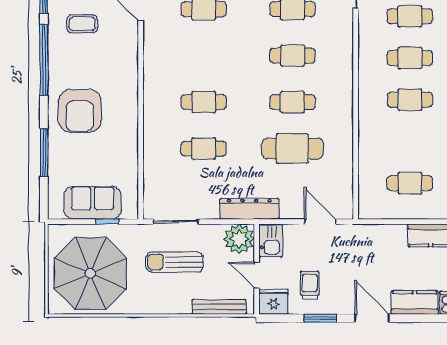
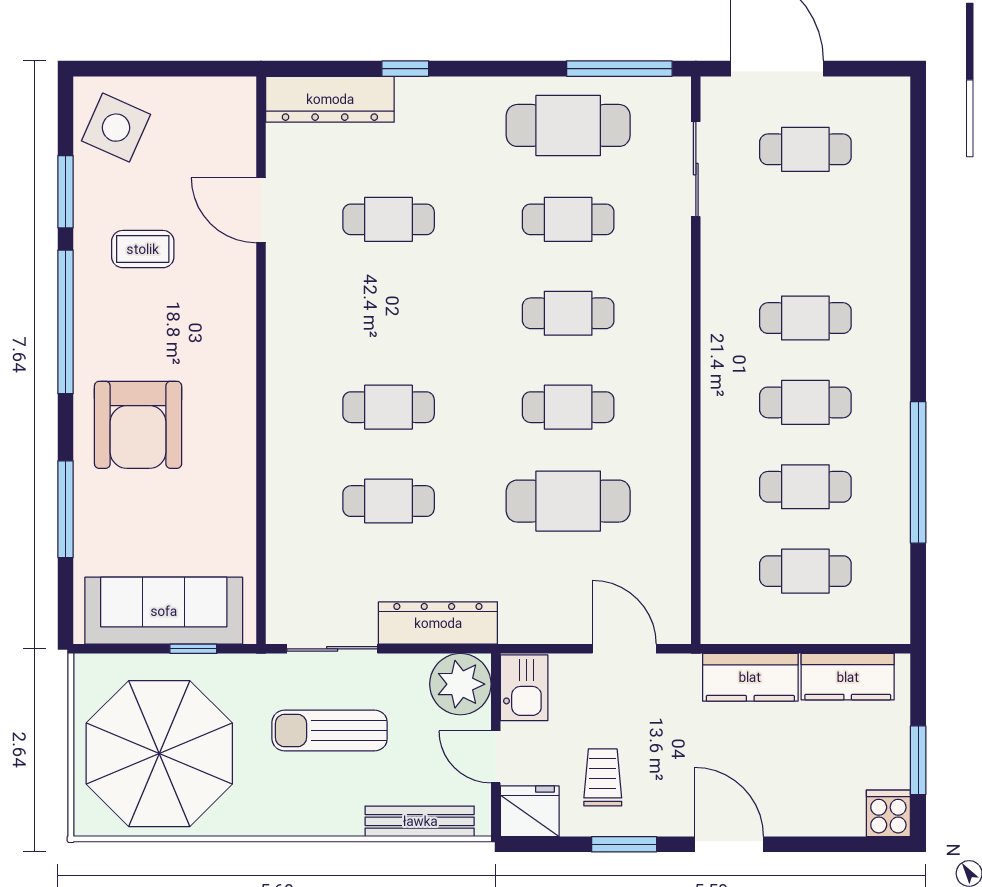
cafe table: (410, 16) -> (805, 487), moved
sofa: (93, 203) -> (164, 611), width x1.36
dresser: (249, 209) -> (438, 623), moved
kitchen counter: (415, 303) -> (750, 677), moved, turned 180

